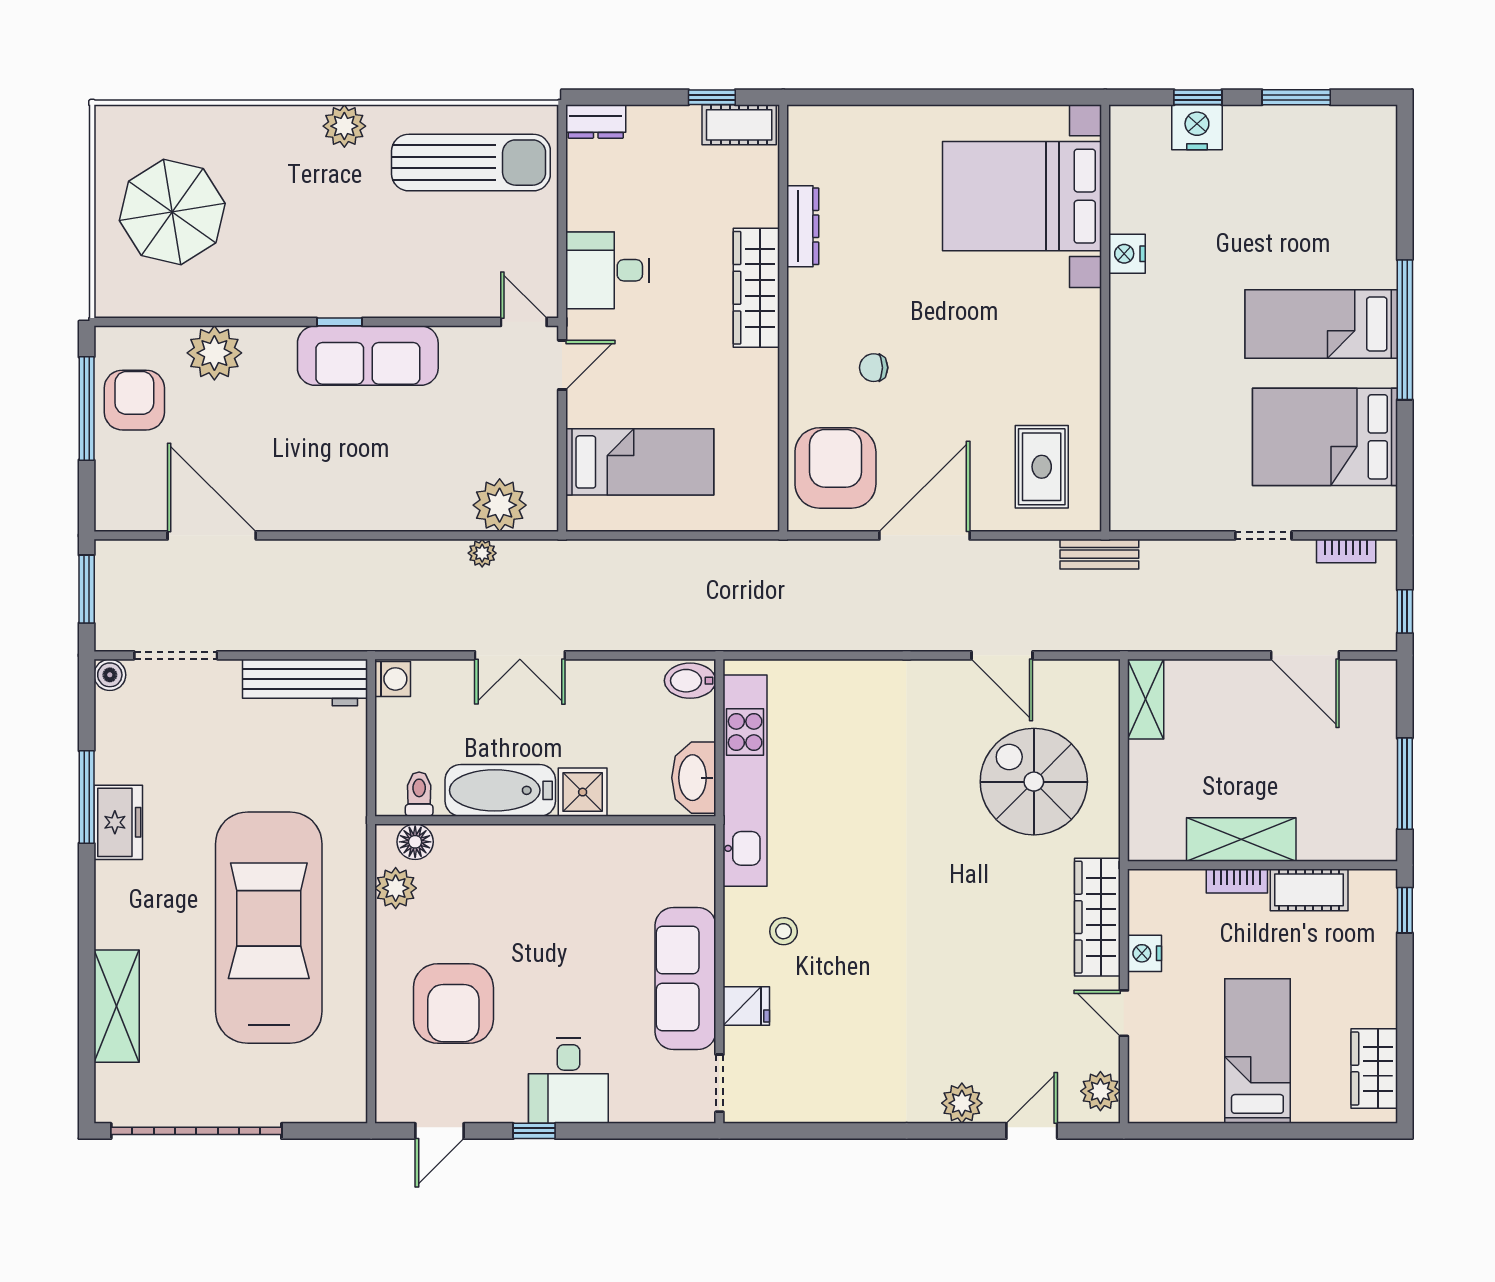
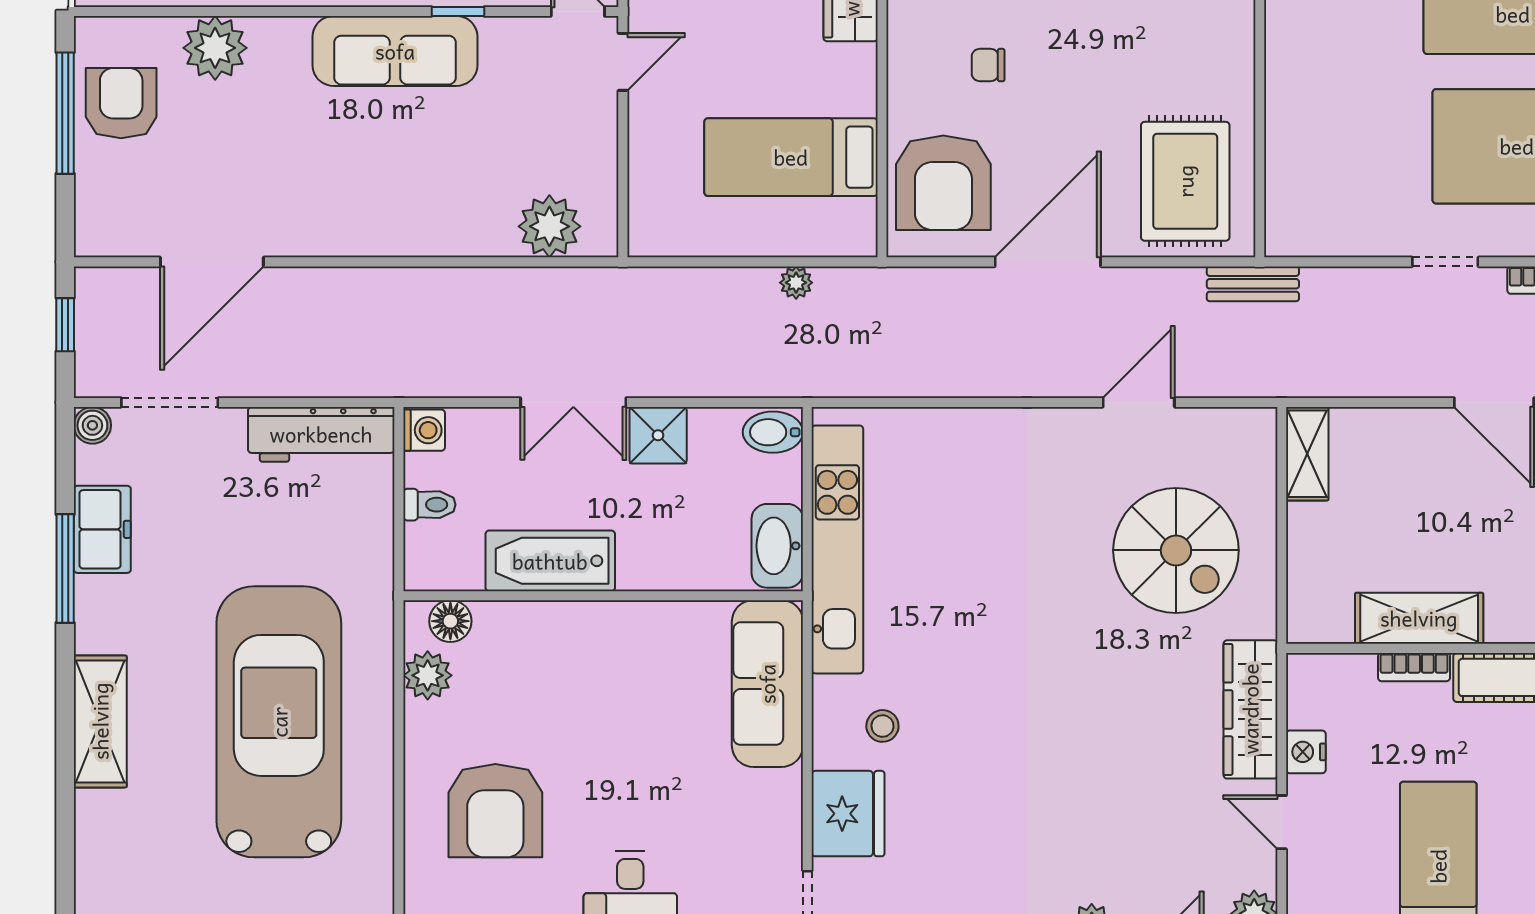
window: (340, 322) -> (458, 12), moved
bed: (640, 462) -> (791, 157), moved, turned 180
rug: (1042, 467) -> (1185, 181), width x1.36, depth x1.43
armchair: (835, 468) -> (943, 183), turned 180
door: (212, 535) -> (212, 262), swing flipped
plant: (482, 553) -> (796, 283), moved
window: (87, 589) -> (65, 325), width x0.67
door: (1002, 655) -> (1139, 402), swing flipped
spiral stairs: (1034, 782) -> (1176, 550), turned 180
shower: (583, 792) -> (658, 435), moved
toilet: (419, 794) -> (429, 505), moved, turned 90
freezer: (118, 822) -> (102, 529), moved
sofa: (685, 979) -> (767, 684), moved
shelving: (117, 1006) -> (100, 721), moved
fridge: (746, 1006) -> (848, 814), width x1.88, depth x1.34

